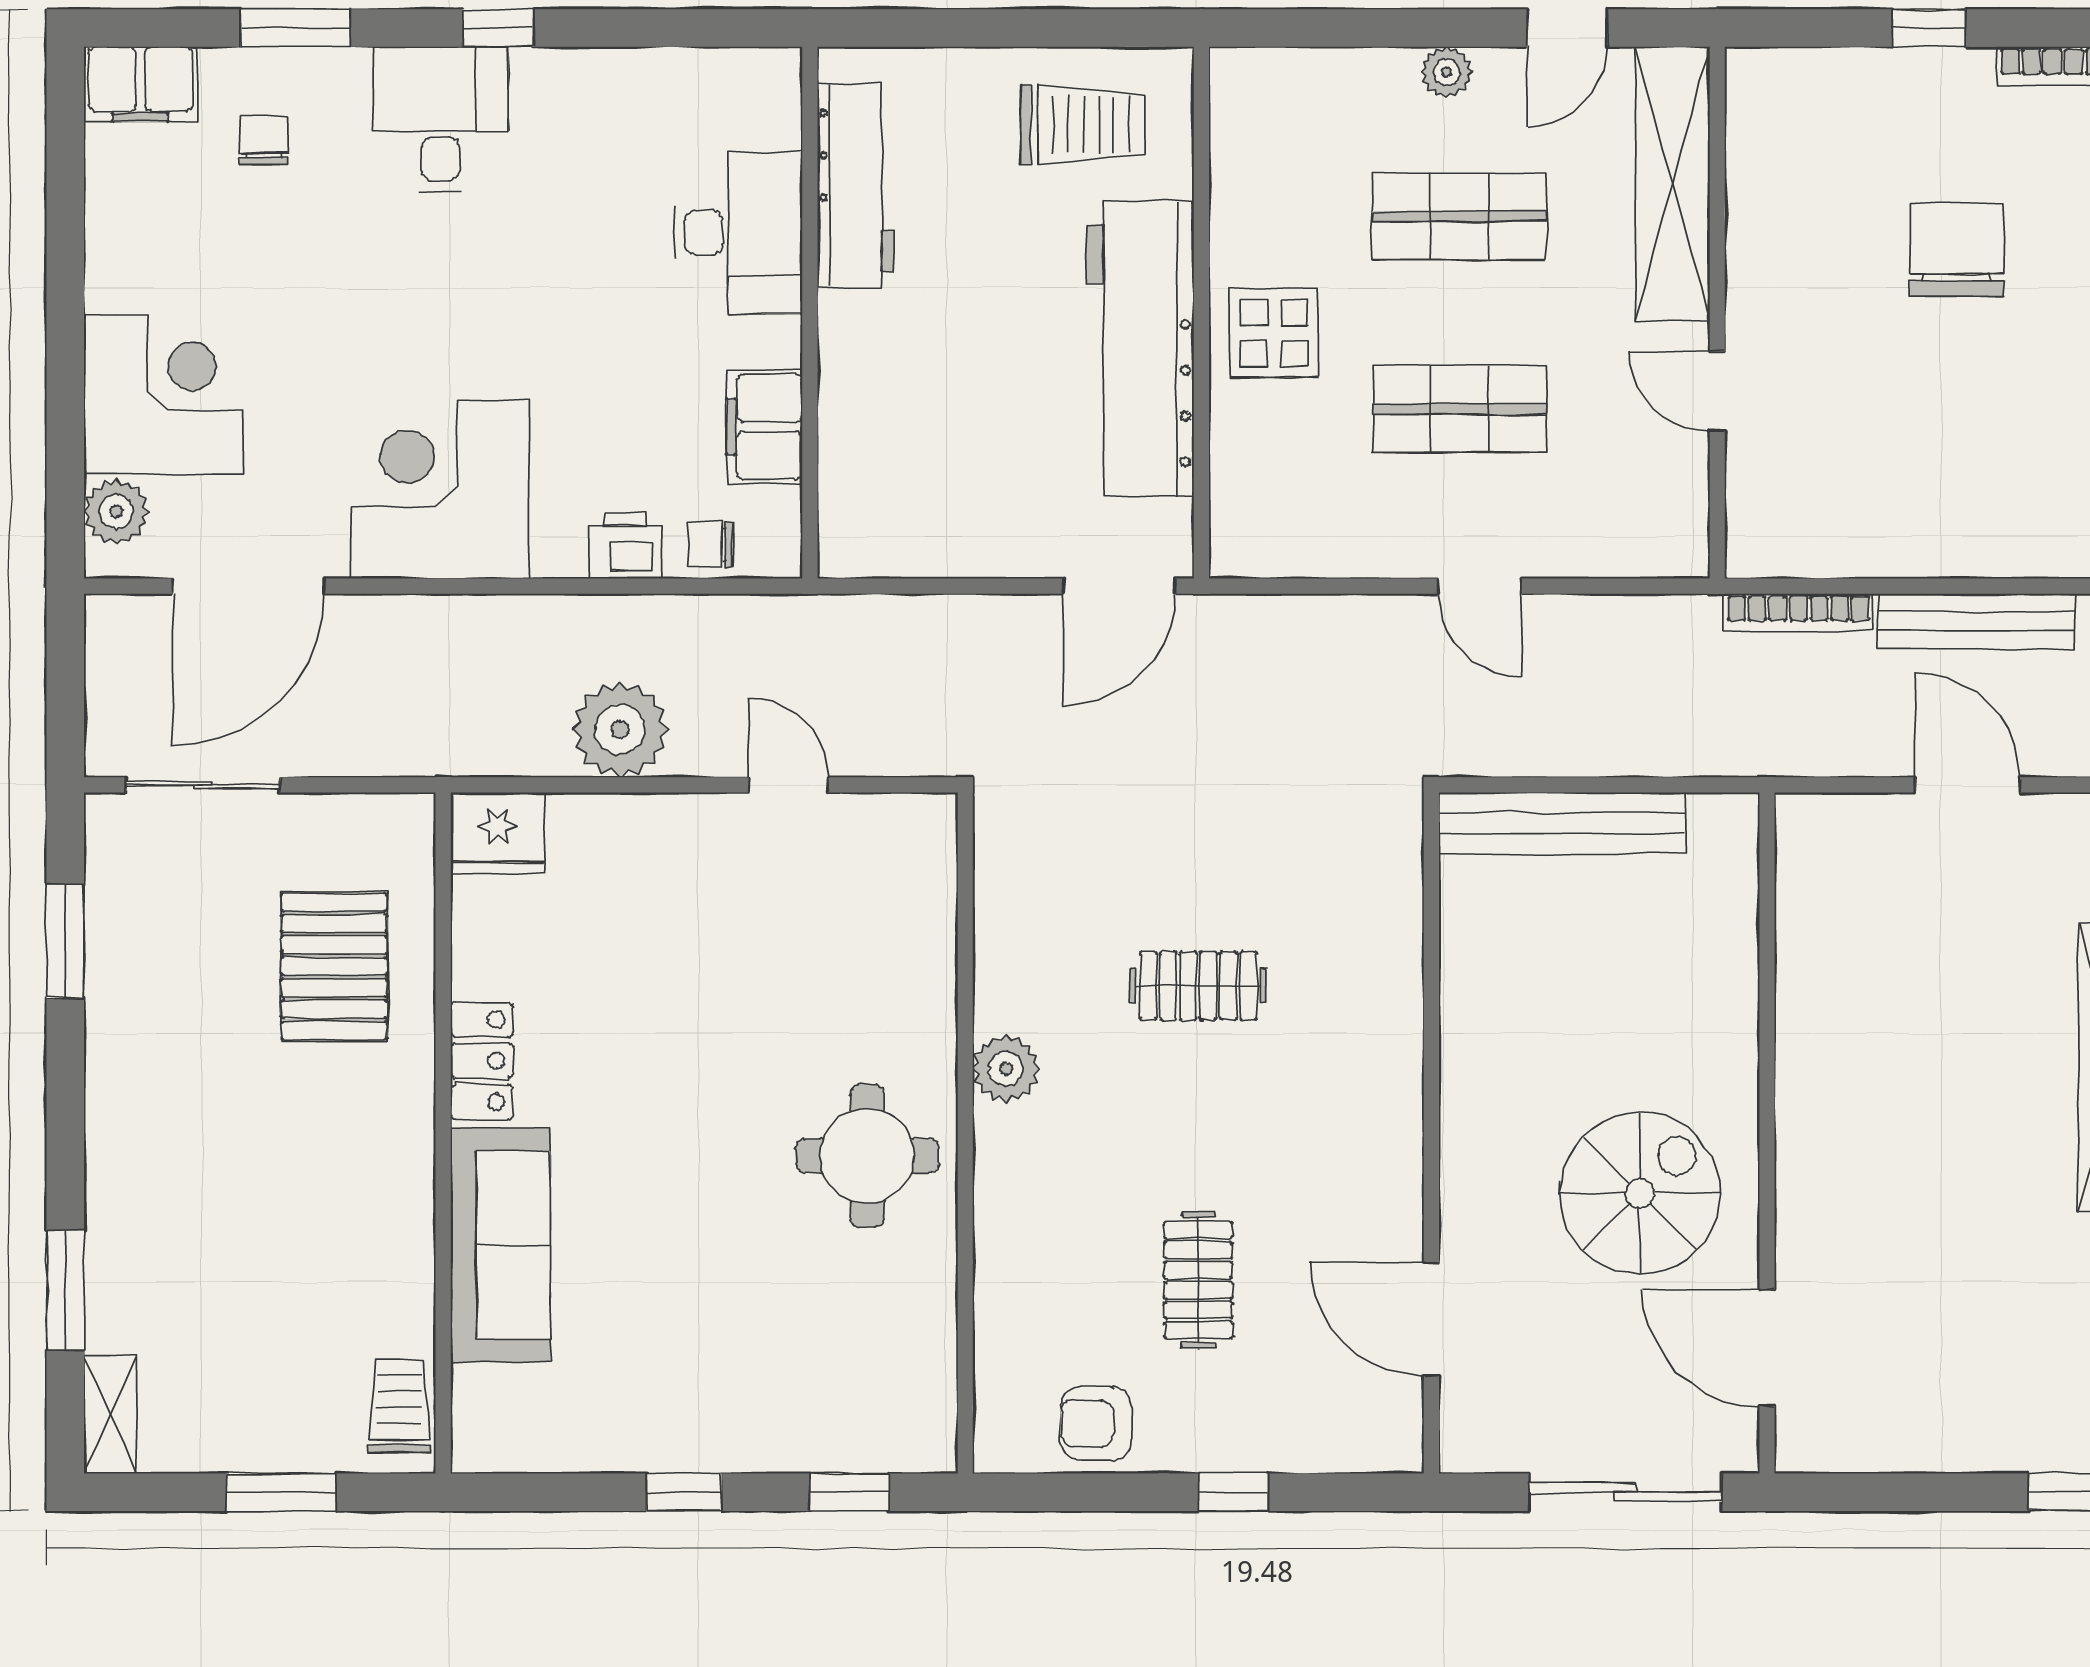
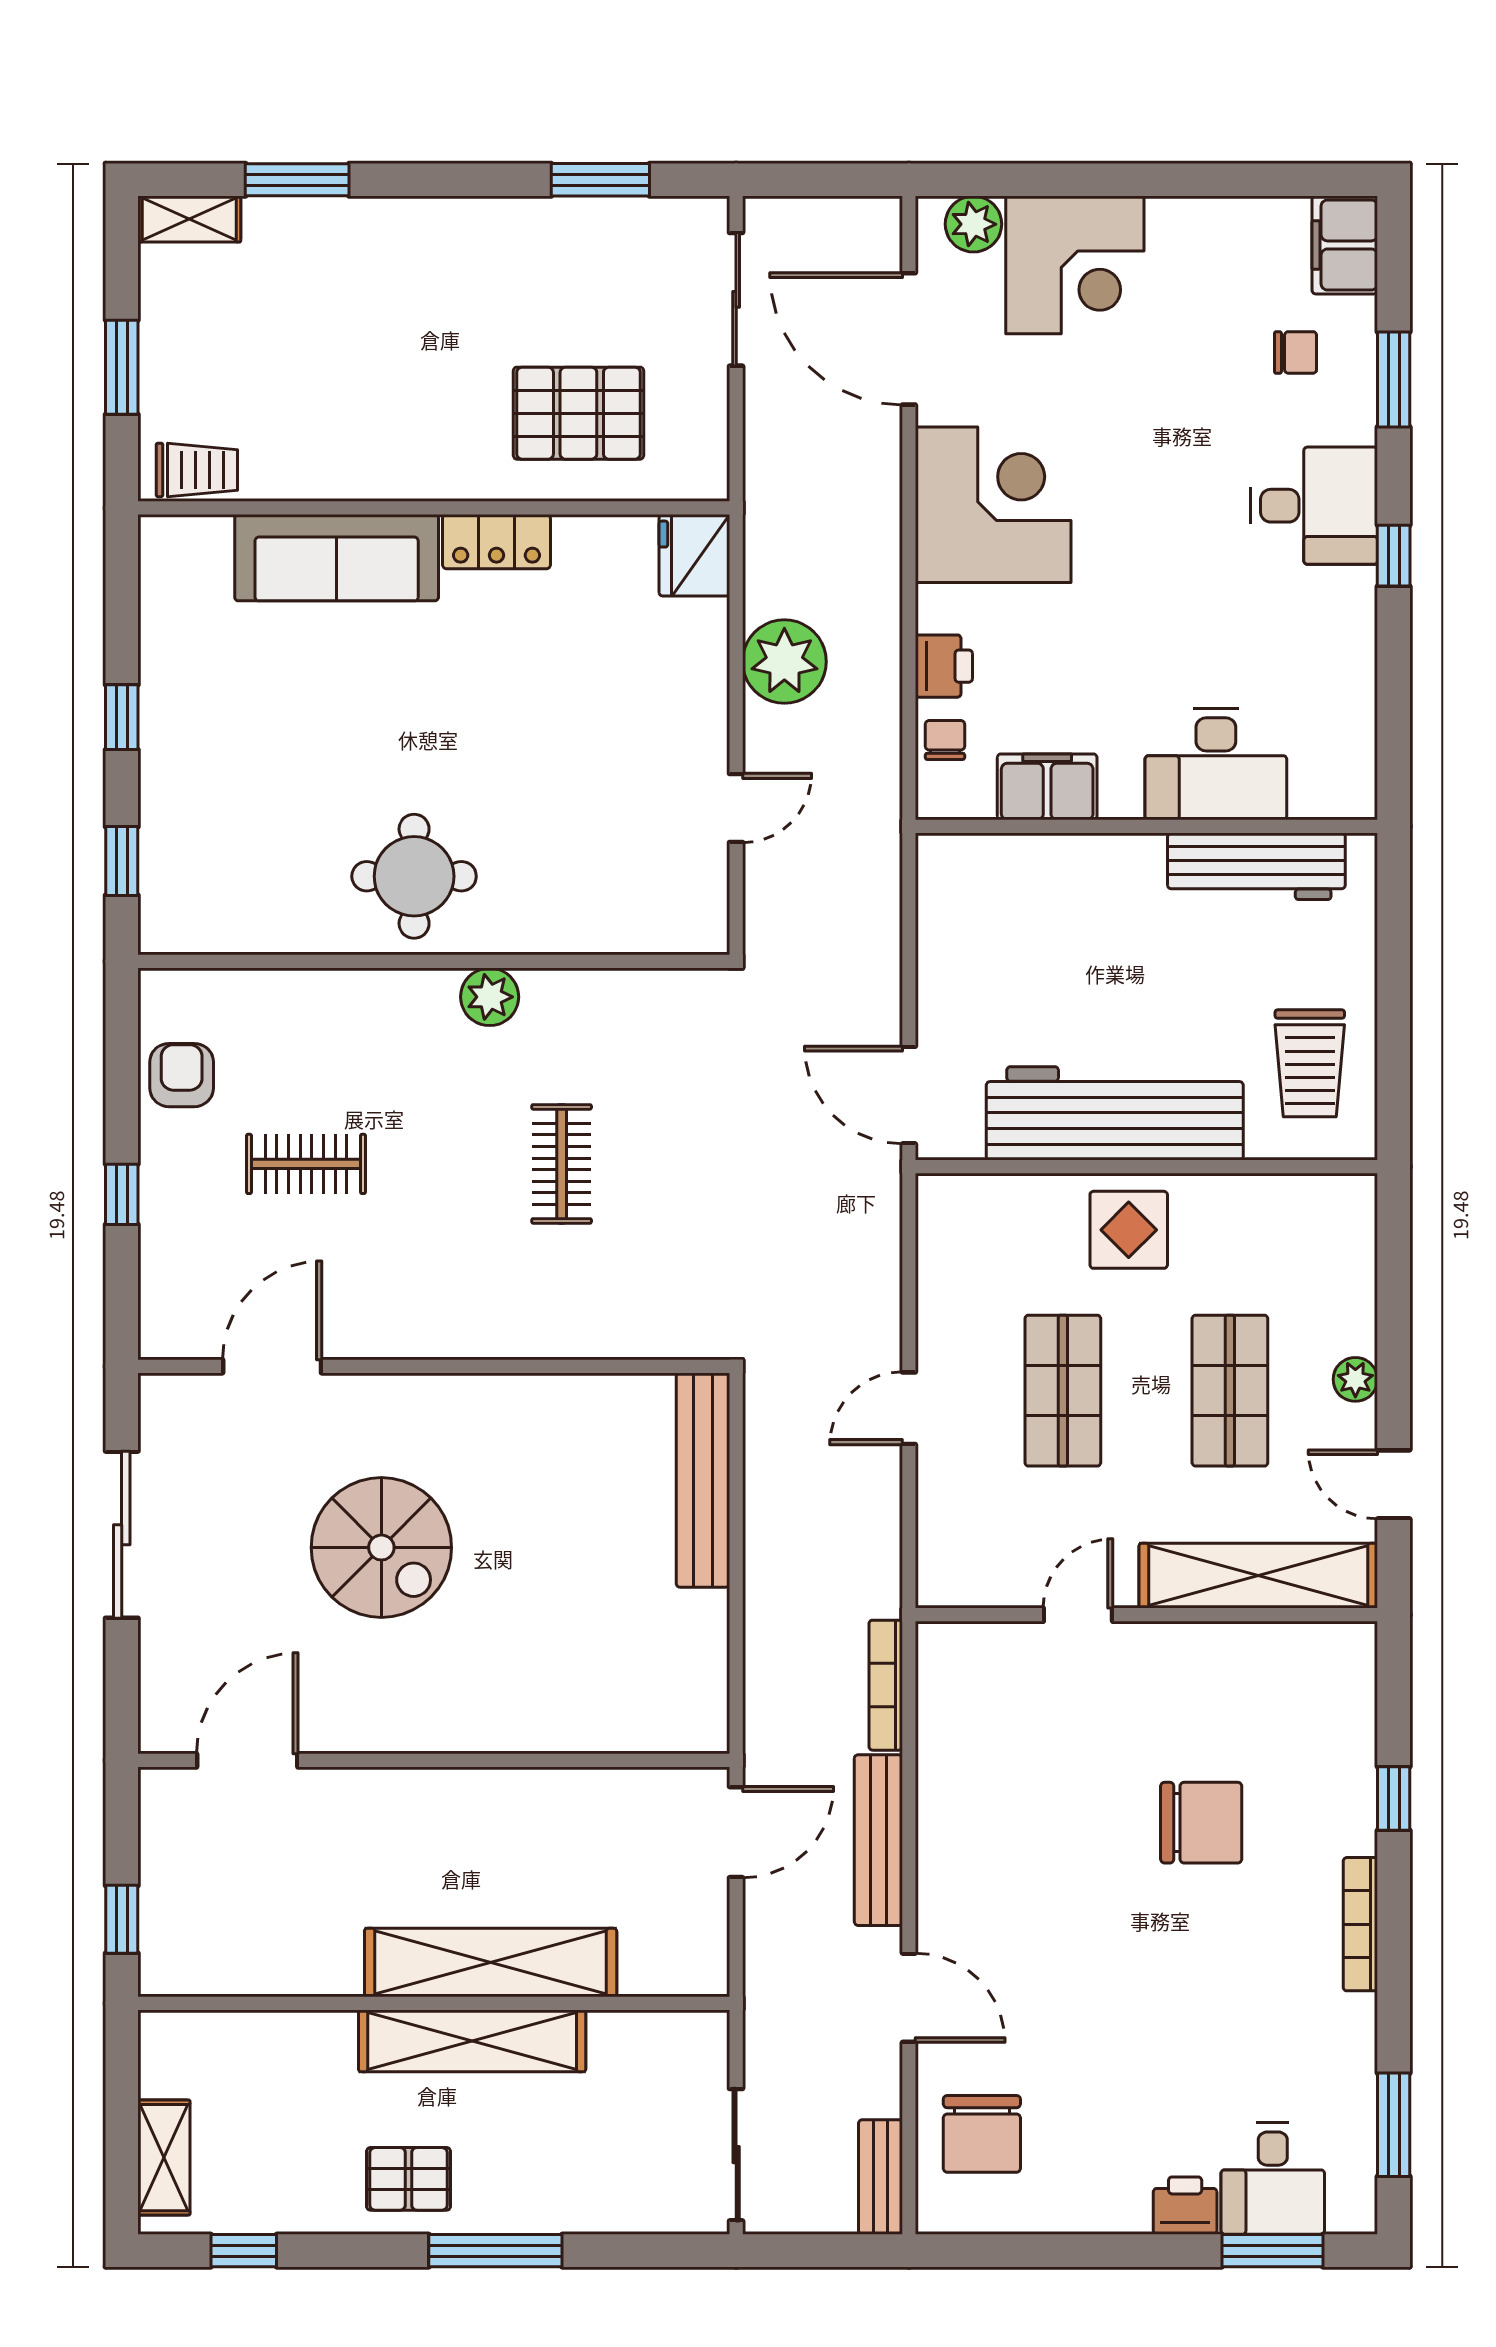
wall: (1767, 1133) -> (434, 1760), moved
door: (1767, 1348) -> (247, 1760), moved

